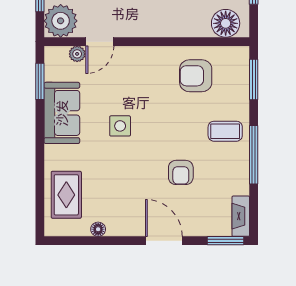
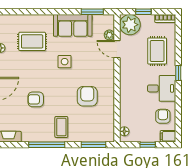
floor lamp: (226, 23) -> (124, 131), width x0.53, depth x0.53
armchair: (196, 76) -> (87, 96), moved
rug: (66, 195) -> (32, 41), moved

